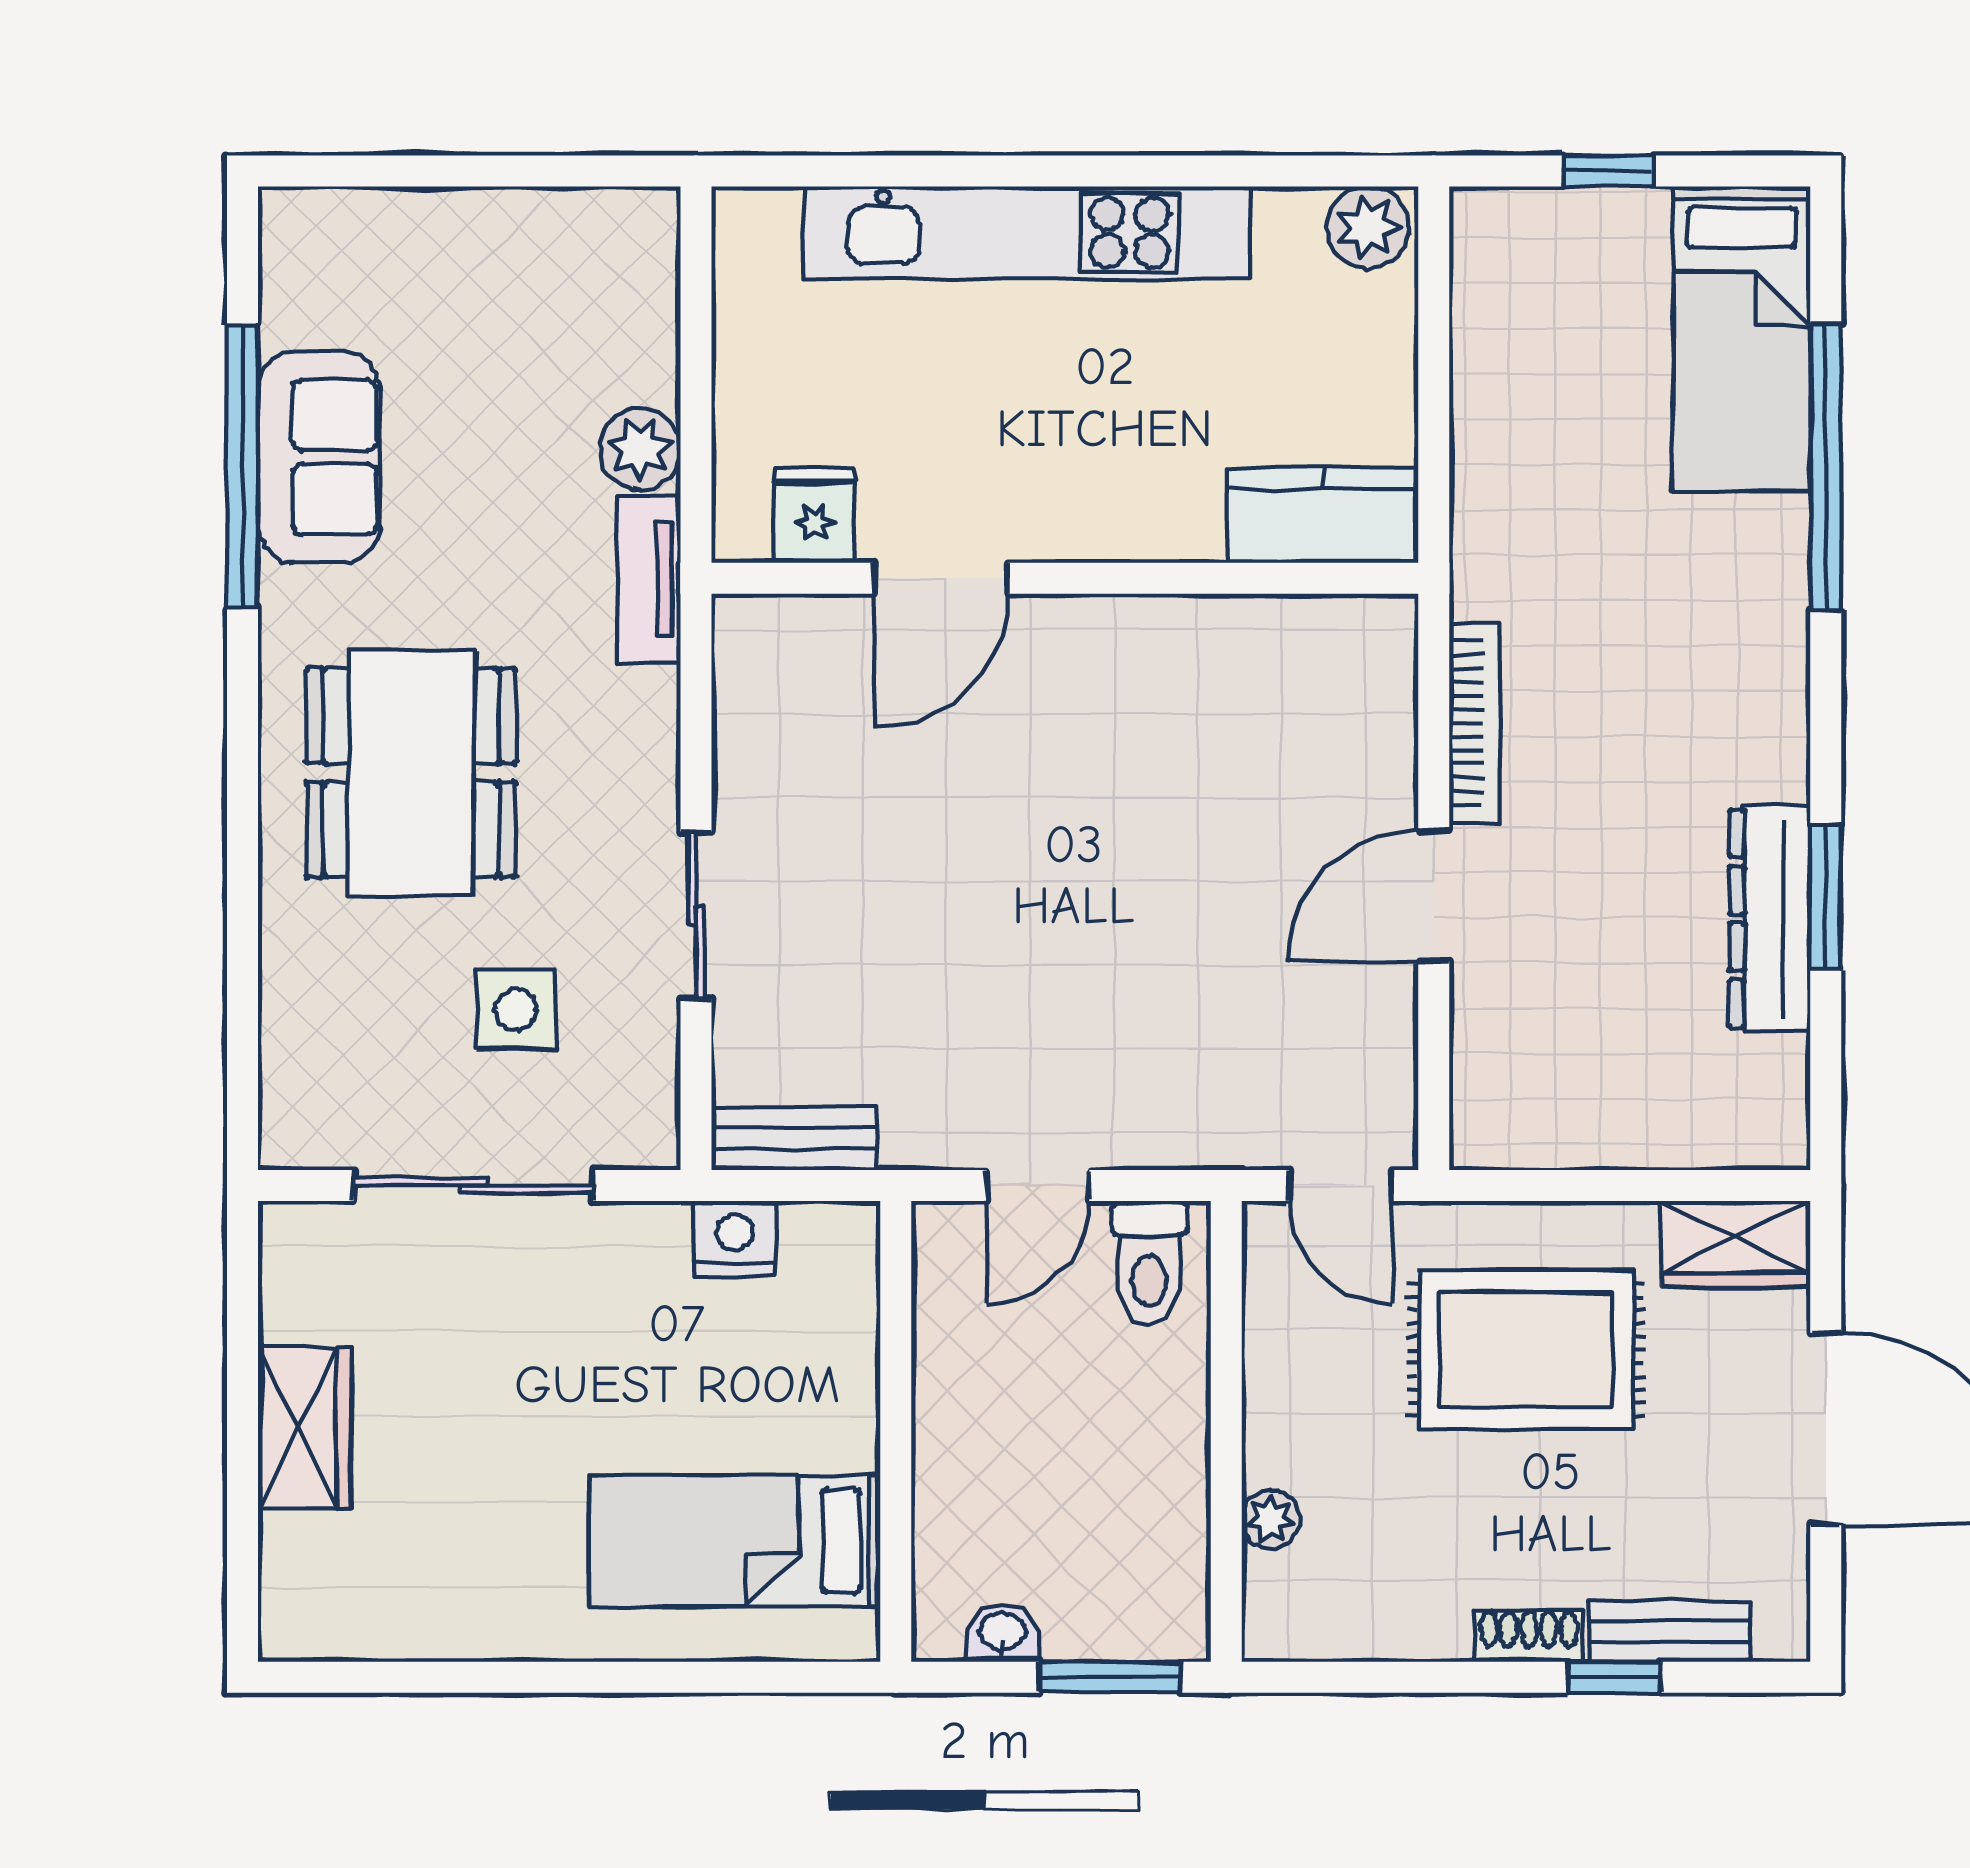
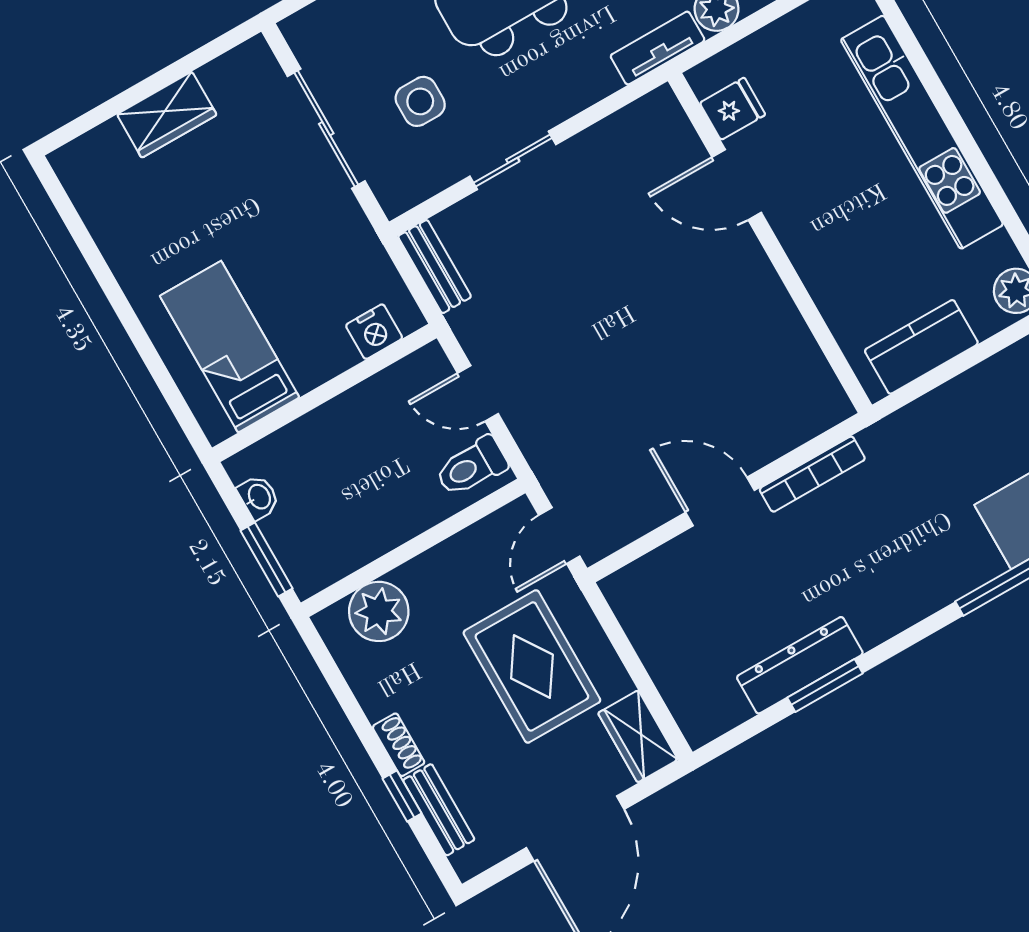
kitchen counter: (1323, 515) -> (921, 347), moved, turned -90
nightstand: (734, 1238) -> (374, 332), moved, turned 90
plant: (1271, 1519) -> (379, 611), width x1.88, depth x1.88

